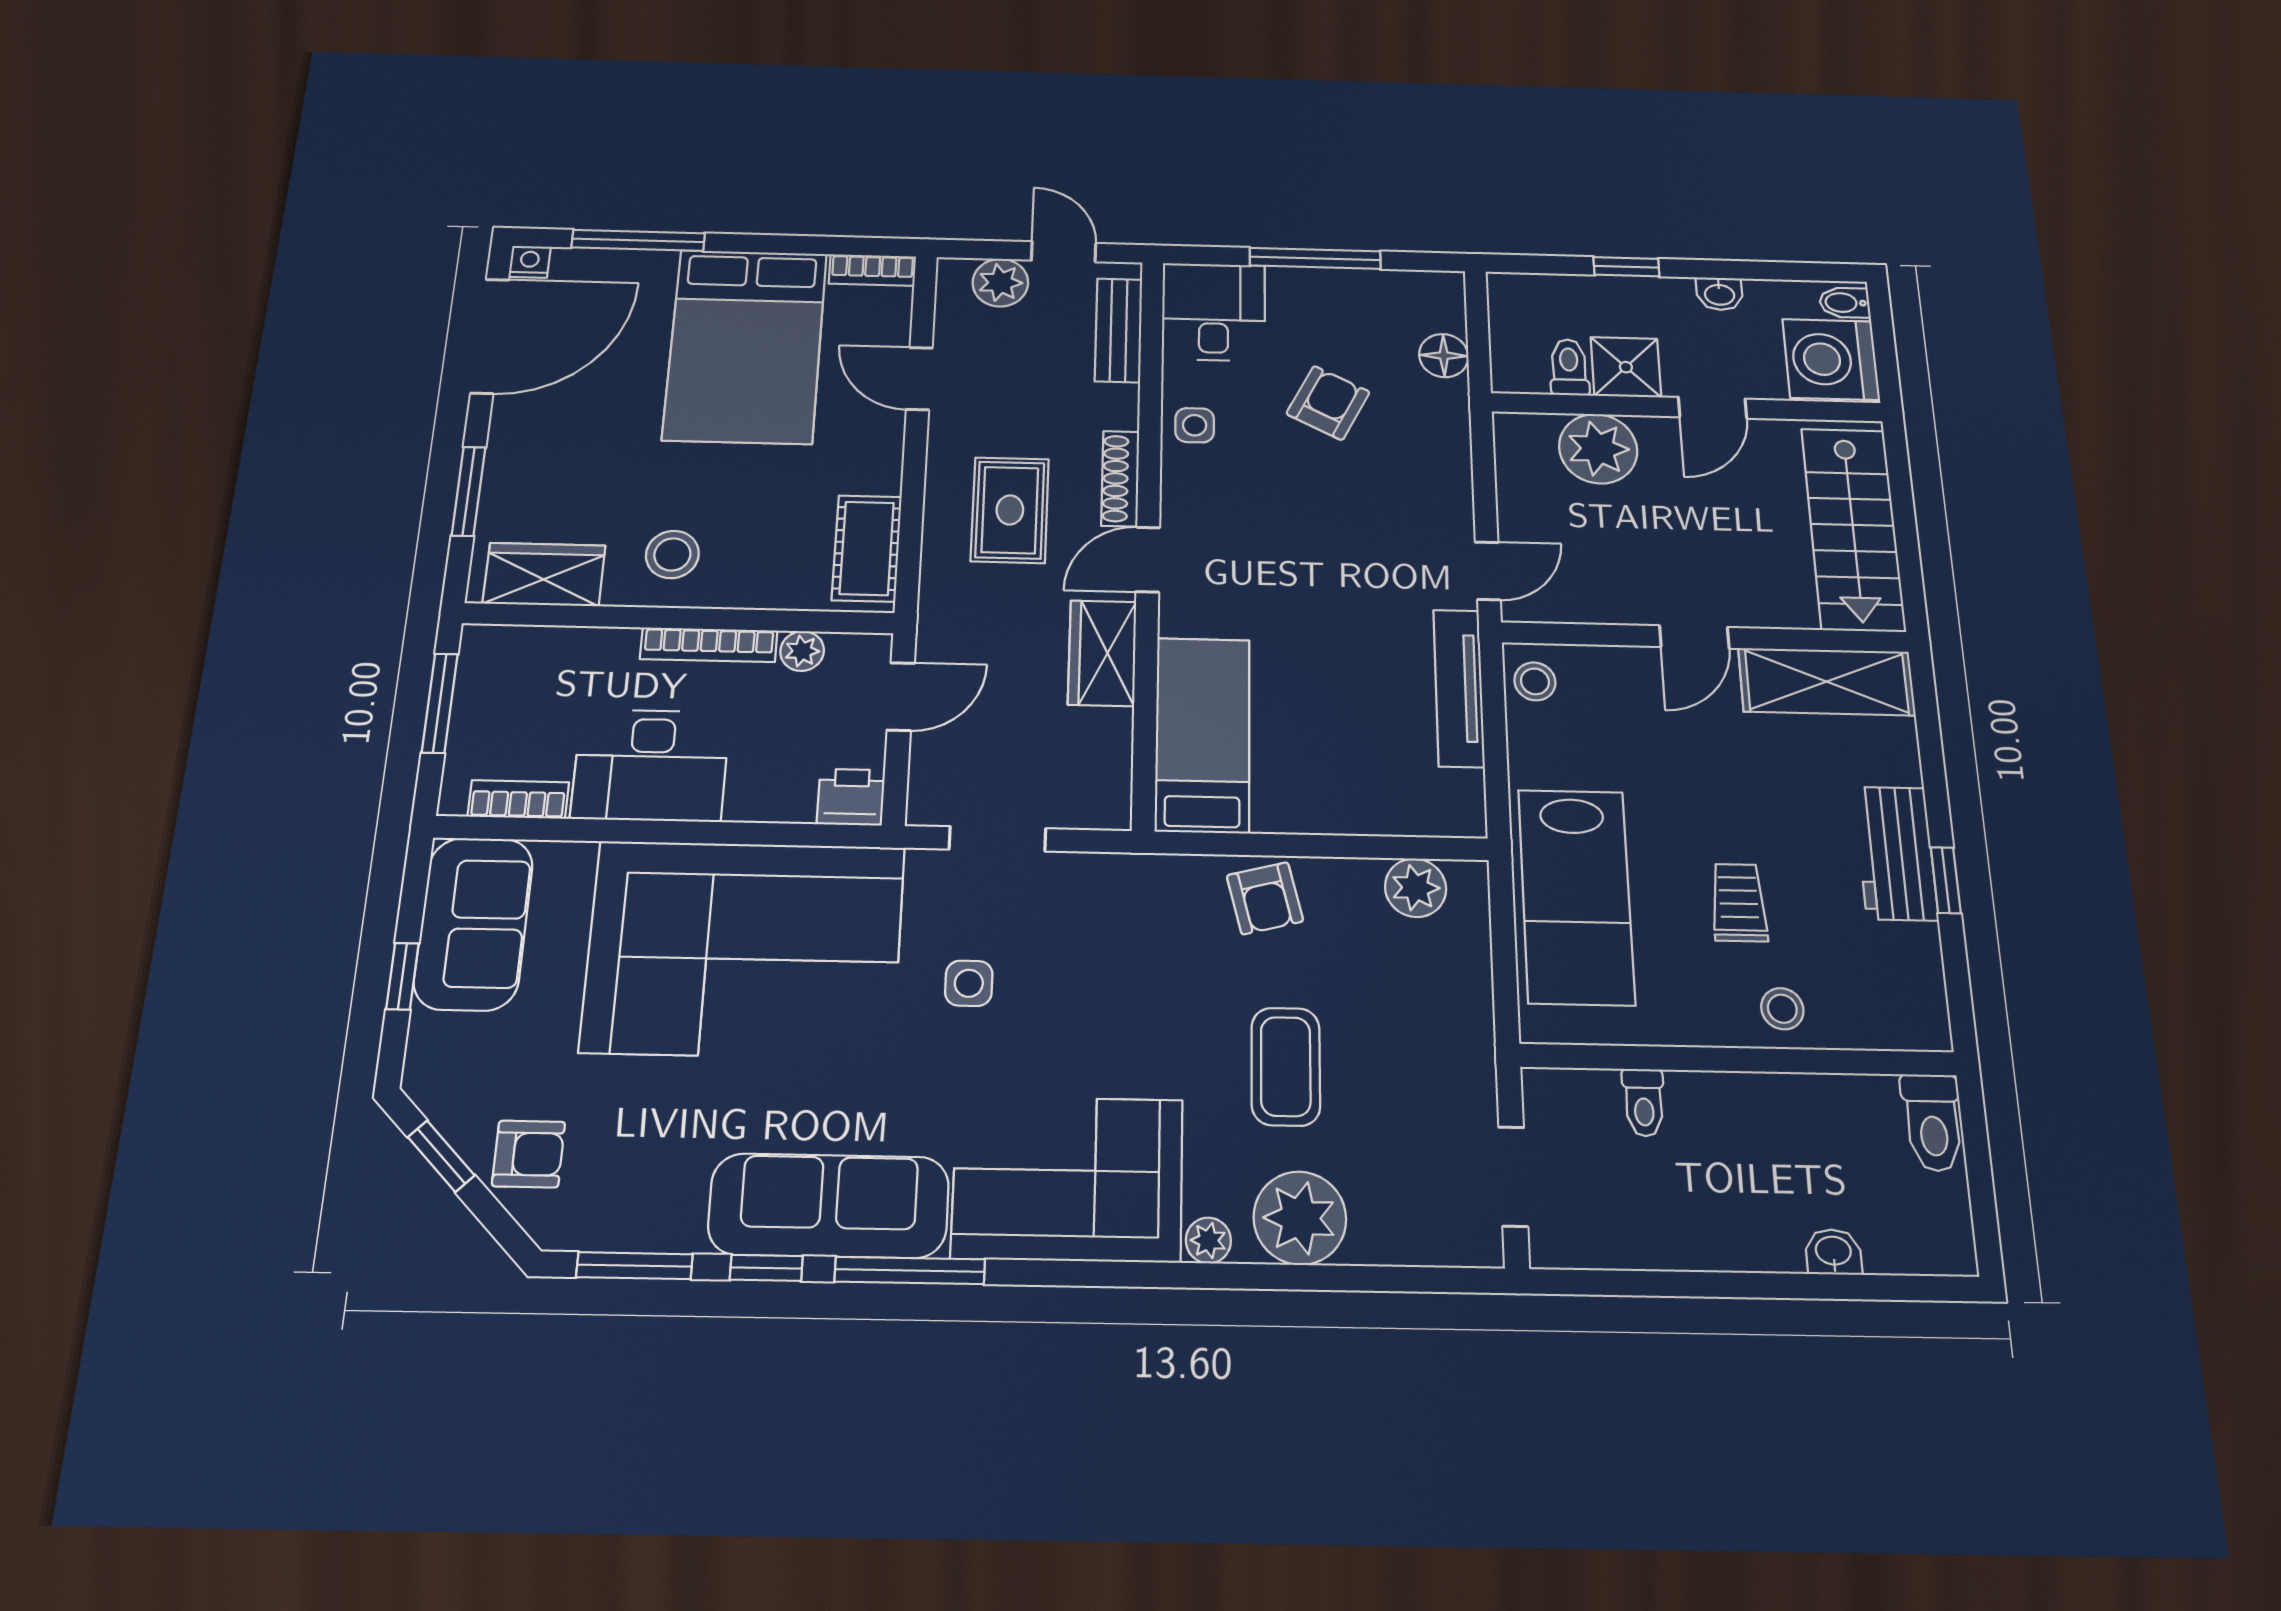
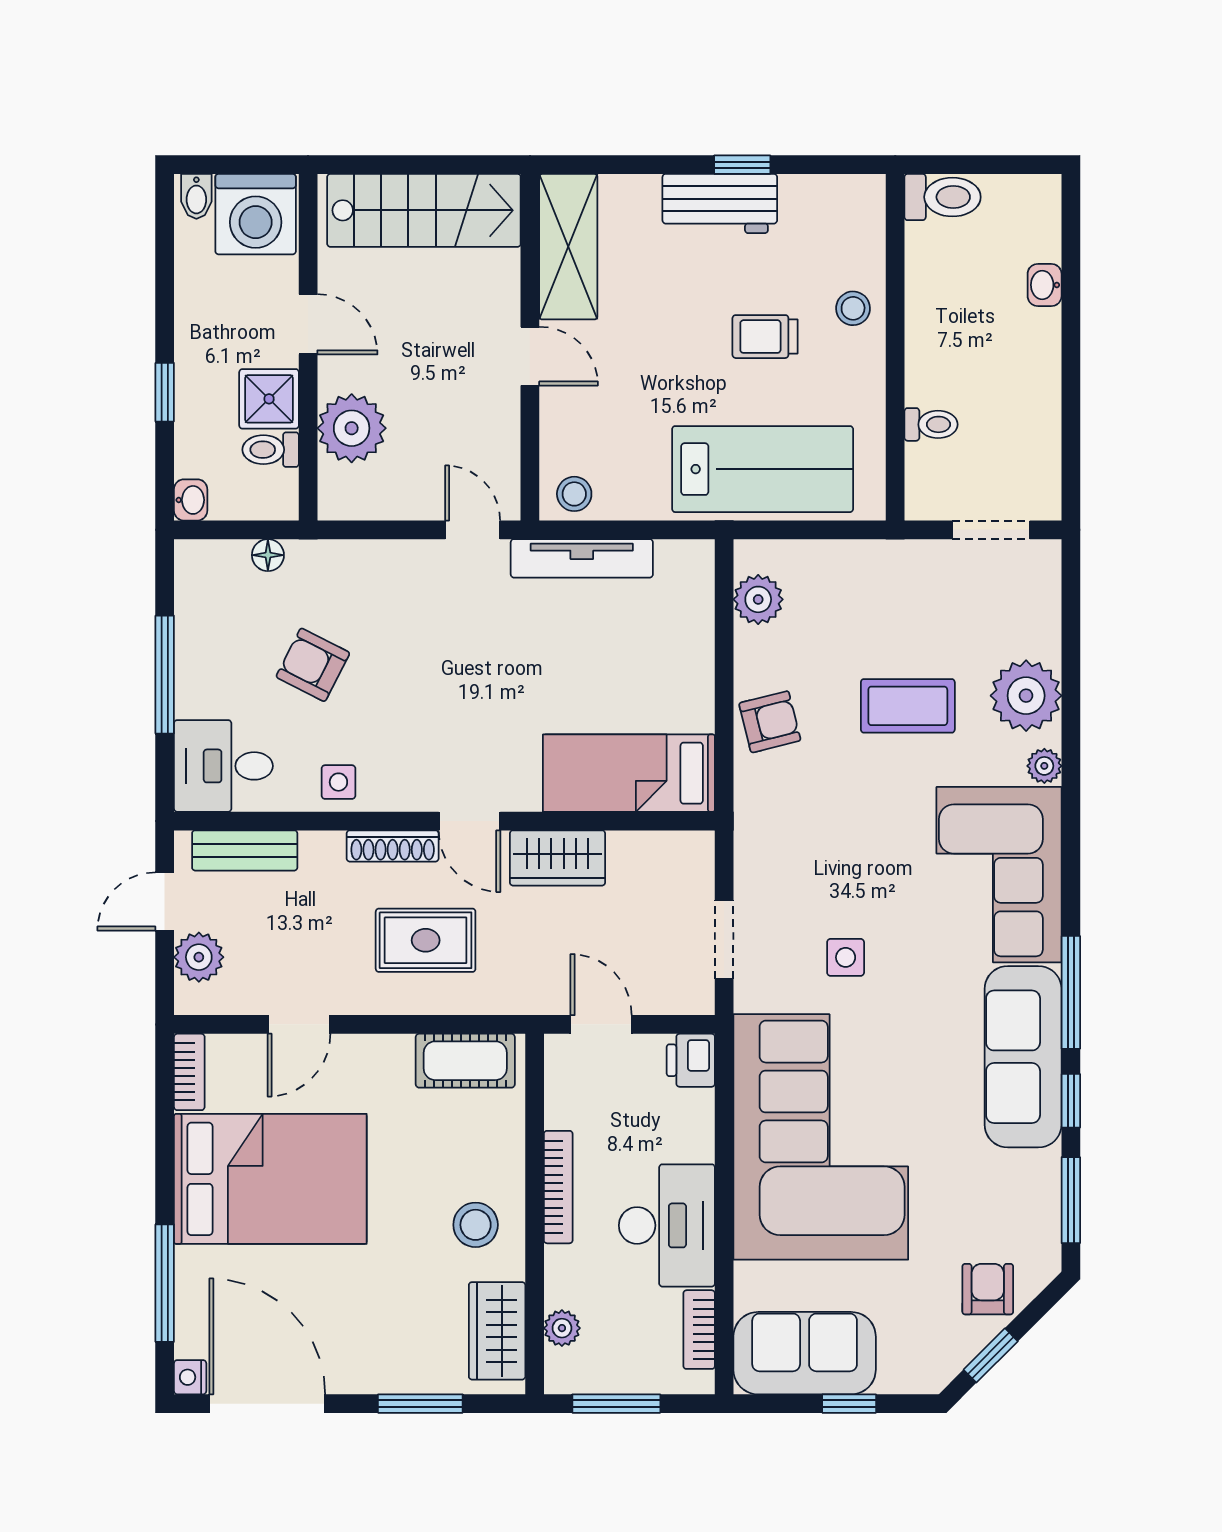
washbasin: (1719, 294) -> (191, 500), moved
floor lamp: (1444, 356) -> (268, 555), width x0.73, depth x0.73
plant: (802, 651) -> (562, 1328), moved

